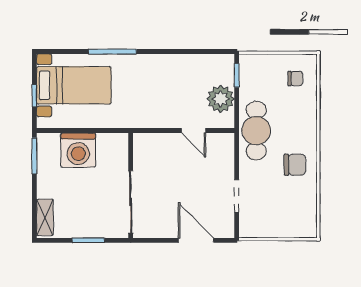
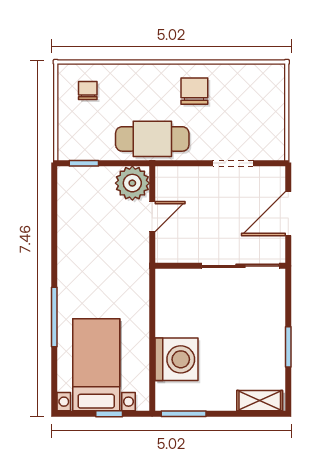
plant: (221, 99) -> (132, 183), moved
wall: (131, 185) -> (220, 266), moved
sliding door: (131, 202) -> (241, 266), moved

